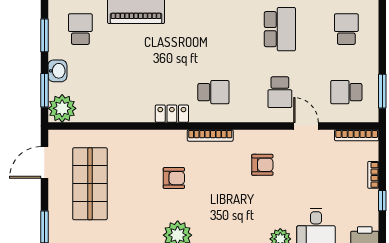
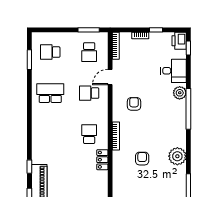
school desk: (280, 92) -> (89, 93), turned 180

